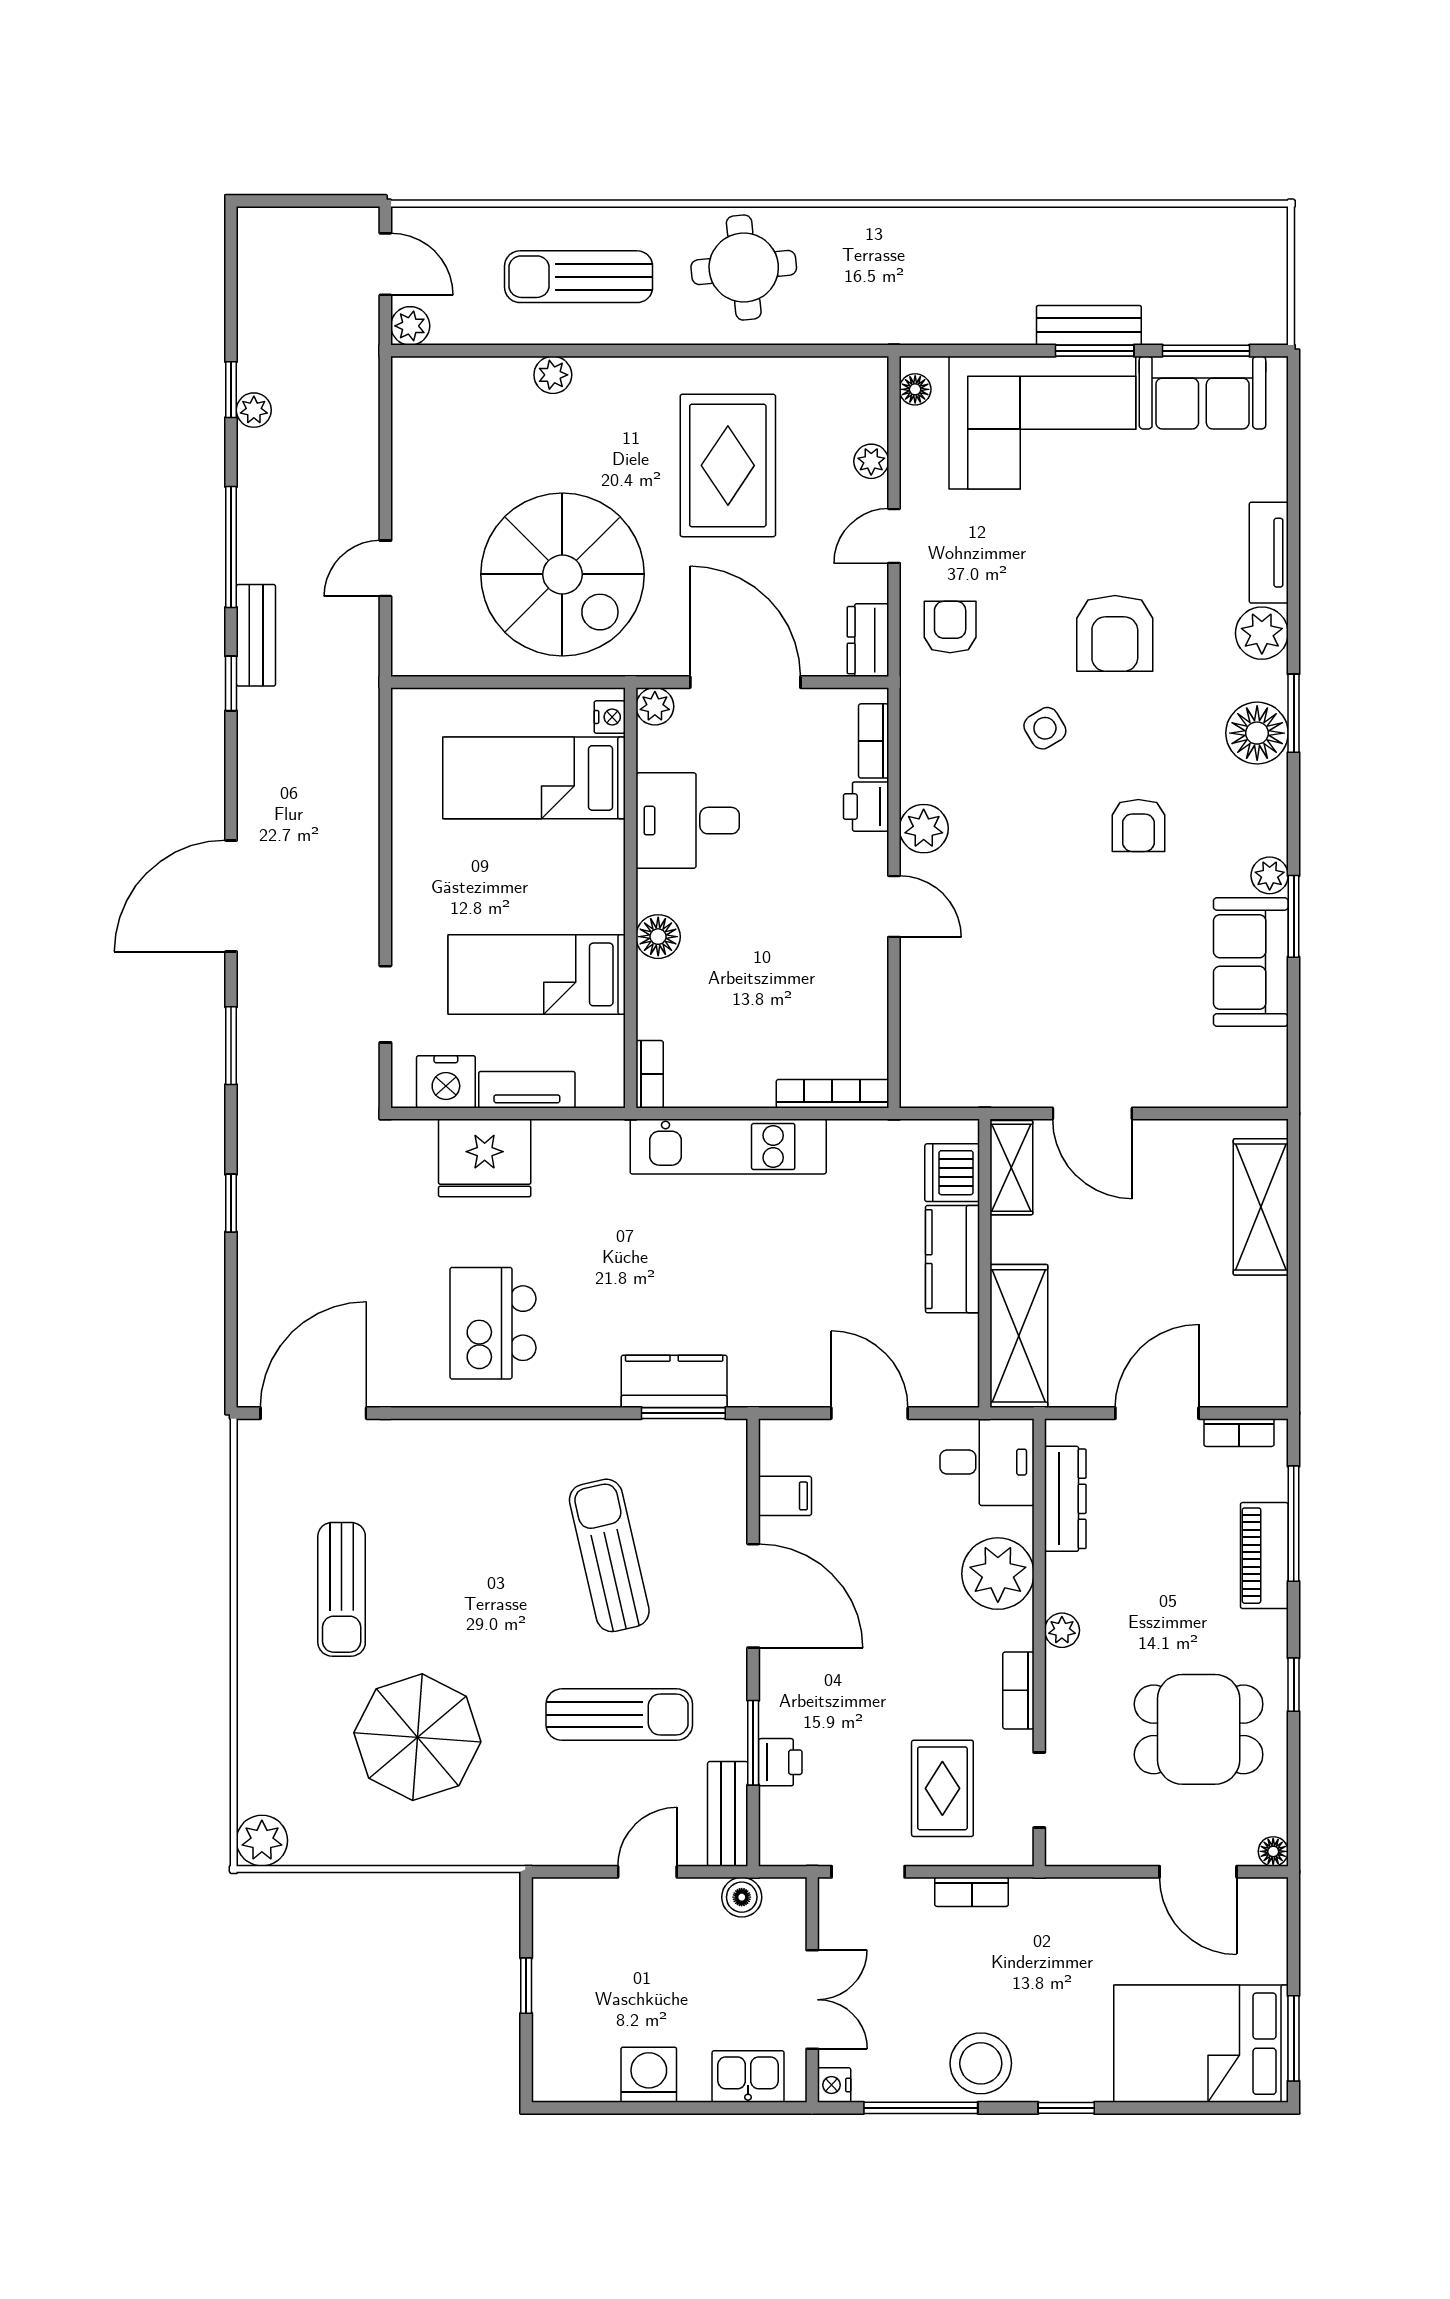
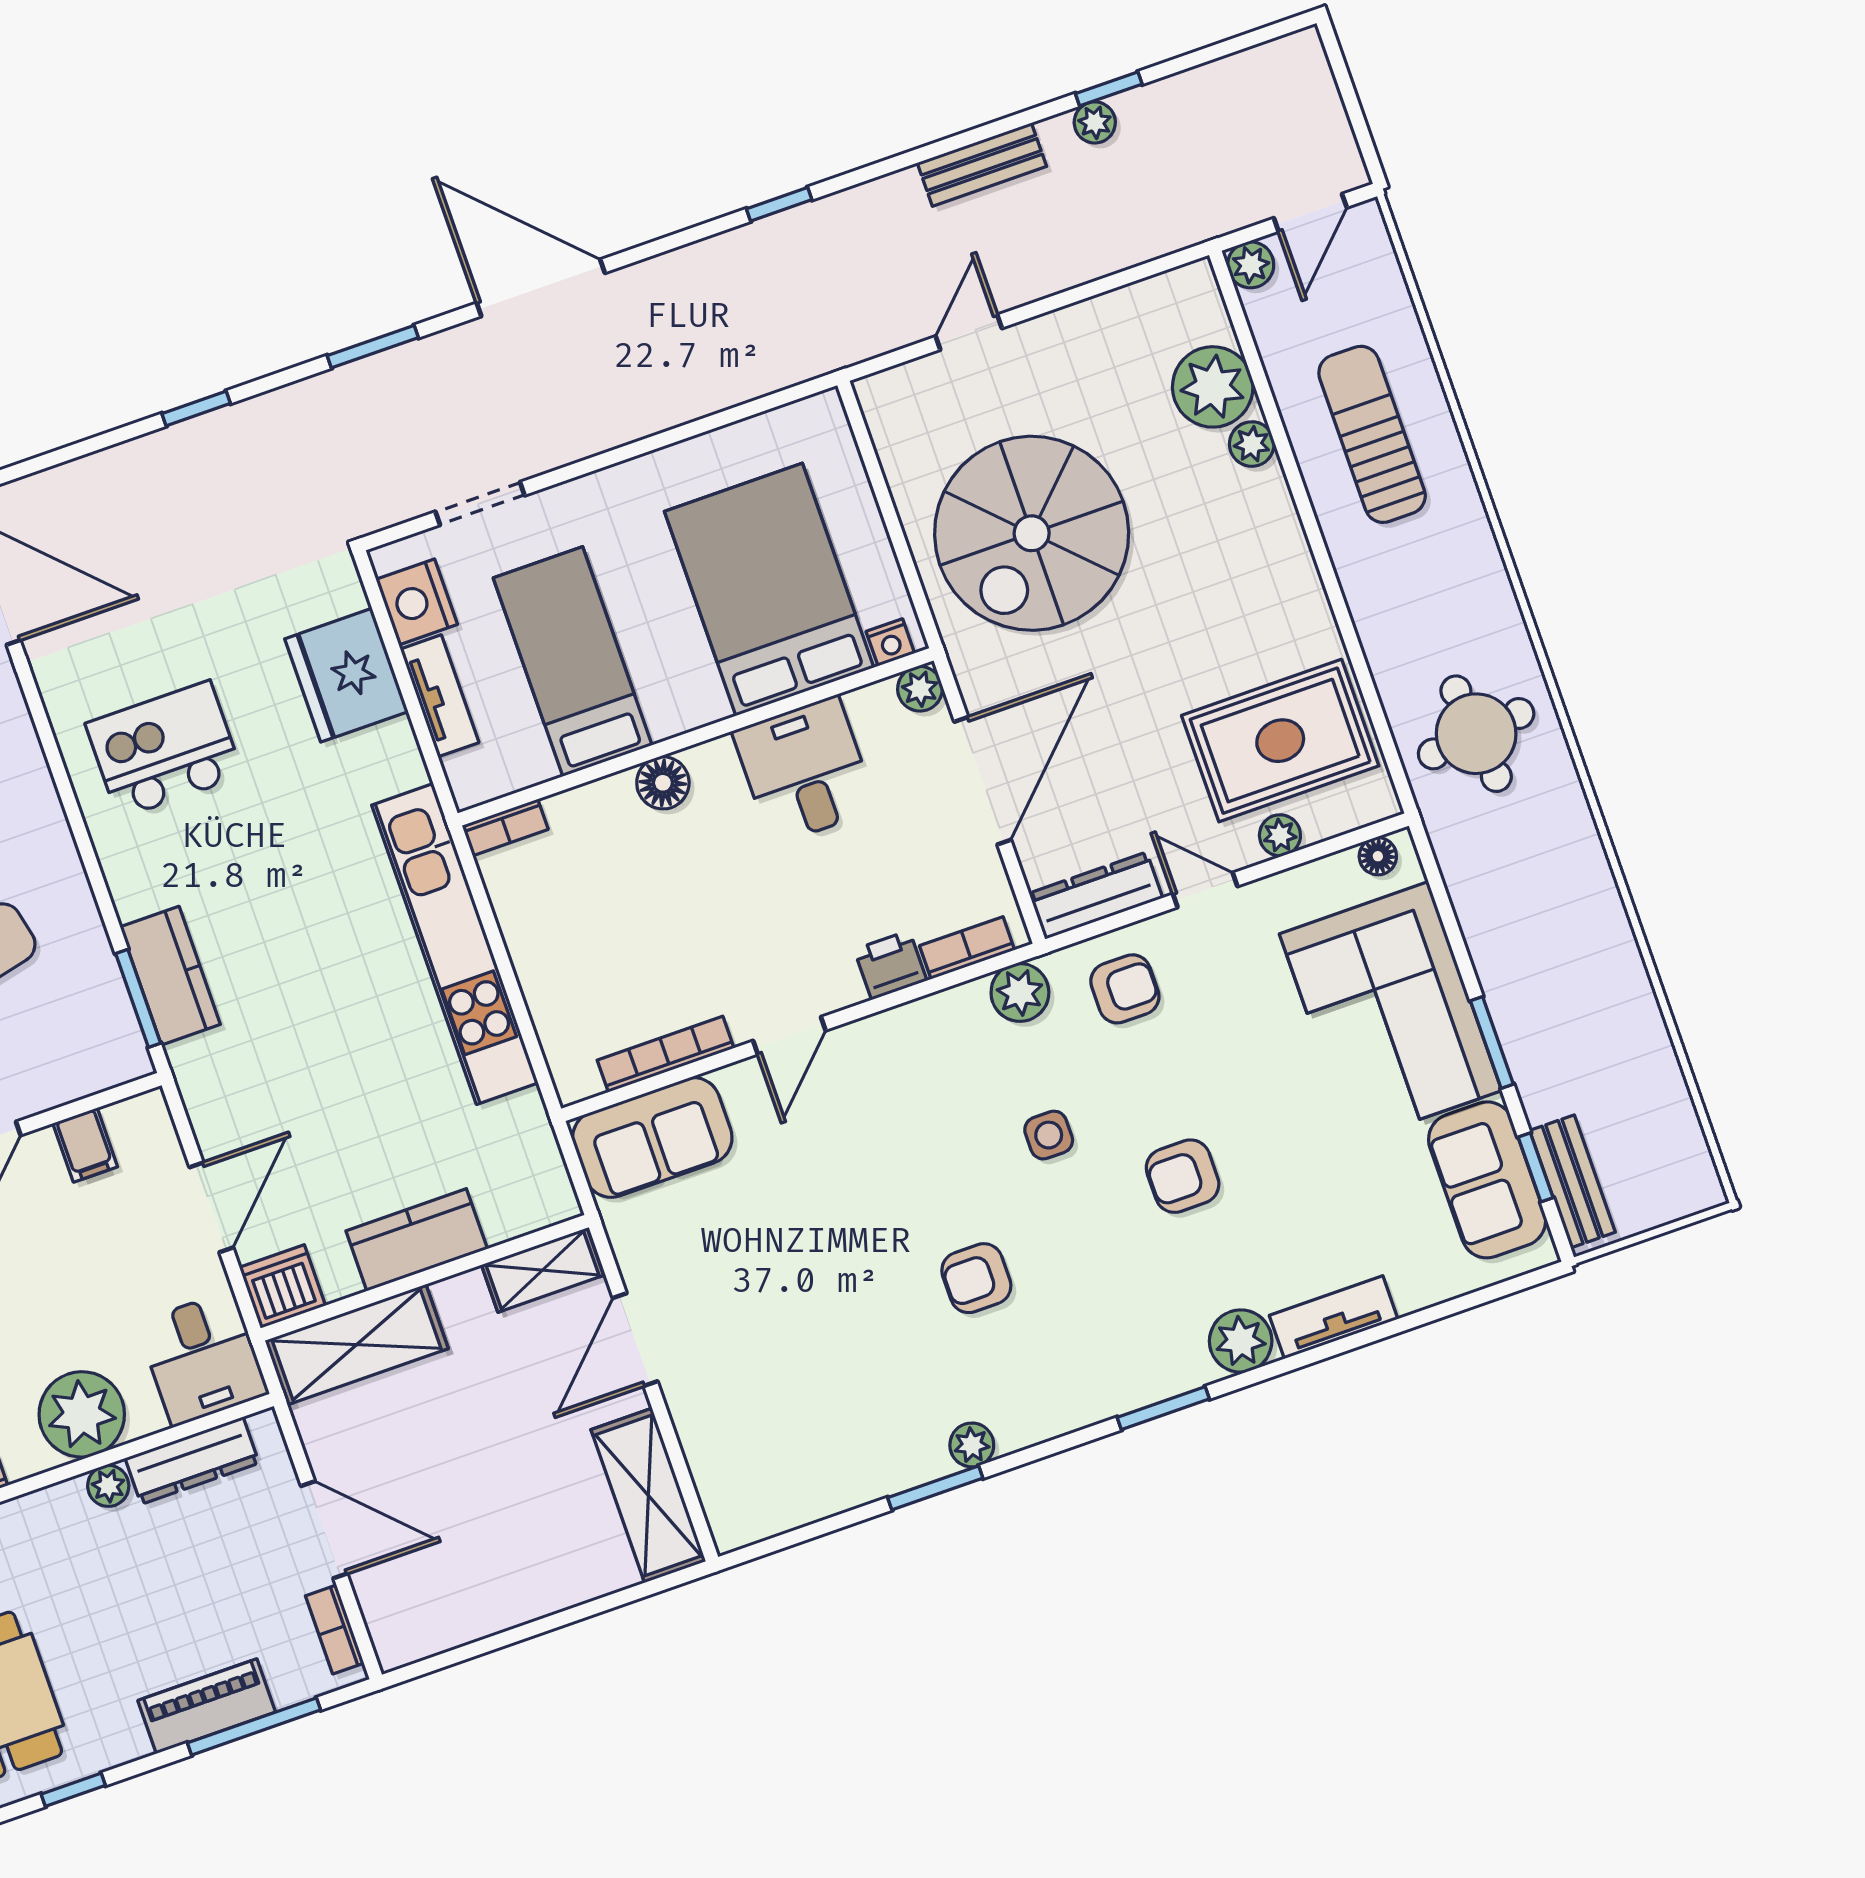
round table: (744, 268) -> (1476, 734), moved
bench: (1089, 325) -> (1572, 1181), moved
window: (1206, 351) -> (1536, 1167), width x0.67
plant: (497, 390) -> (1213, 387), added
rug: (728, 465) -> (1280, 741), moved
window: (231, 547) -> (932, 151), removed
door: (385, 568) -> (969, 332), hinge flipped
armchair: (1115, 633) -> (1183, 1176), width x0.72, depth x0.72
bench: (256, 635) -> (982, 165), moved
dresser: (868, 640) -> (1096, 896), width x1.44
side table: (1045, 728) -> (1049, 1135), turned 31
floor lamp: (1257, 733) -> (1127, 1375), removed
bed: (534, 778) -> (769, 589), width x1.50
plant: (924, 829) -> (1020, 992), moved
sofa: (1251, 962) -> (652, 1137), moved, turned 180
bookcase: (832, 1094) -> (666, 1054), moved, turned -90
kitchen unit: (728, 1147) -> (455, 944), width x1.36
dishwasher: (952, 1173) -> (282, 1287), moved
shelving: (1261, 1207) -> (648, 1495), moved, turned 90
plant: (1062, 1630) -> (108, 1486), moved

